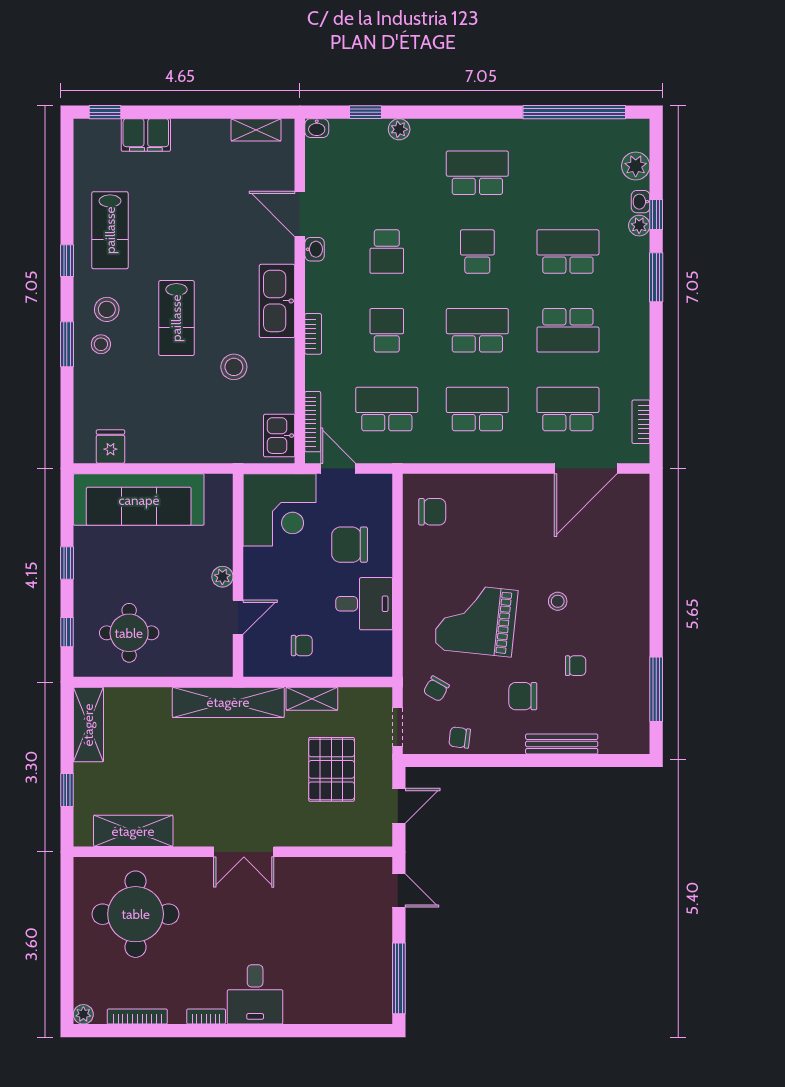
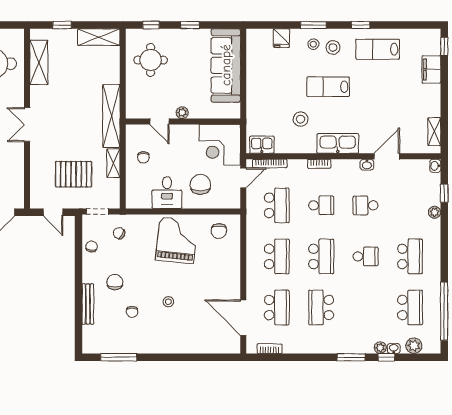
school desk: (568, 252) -> (410, 307), moved
fridge: (110, 447) -> (281, 38), moved, turned 90
grand piano: (476, 620) -> (177, 240), moved

